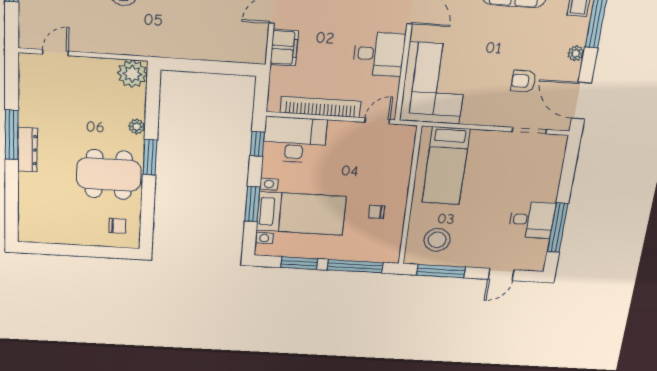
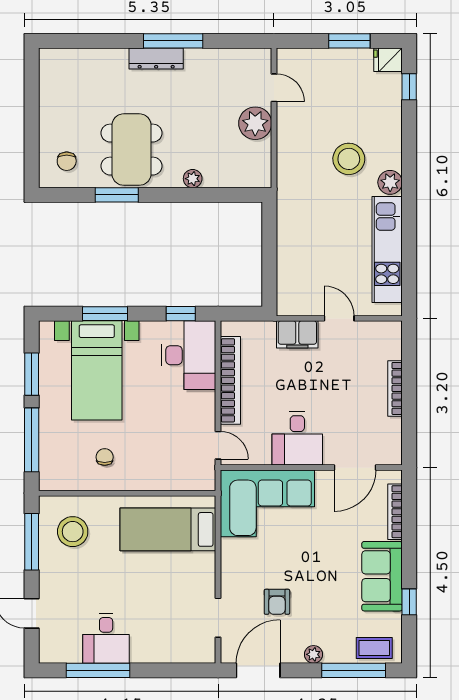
plant: (132, 74) -> (255, 123), moved
armchair: (523, 81) -> (277, 602), turned 180
window: (150, 157) -> (117, 195), moved

